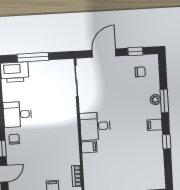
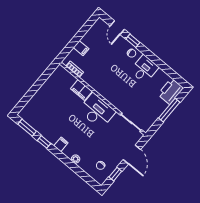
window: (164, 101) -> (27, 128), moved
desk: (95, 126) -> (97, 111), width x1.37
filing cabinet: (89, 147) -> (81, 90), width x2.00

